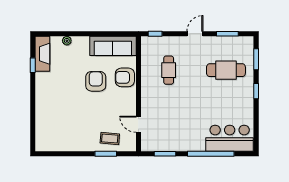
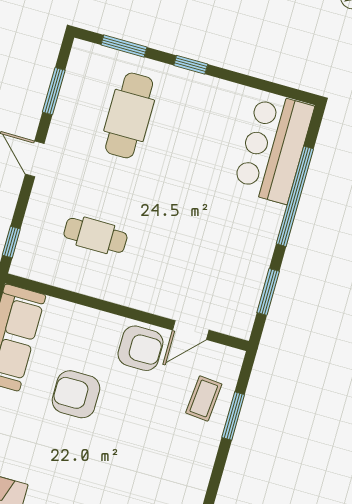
armchair: (125, 77) -> (140, 348), moved, turned -90

